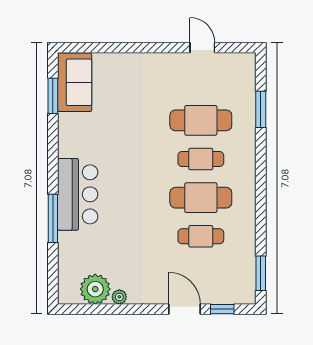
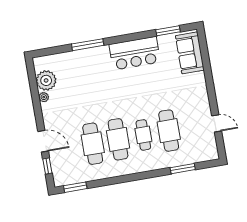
door: (202, 48) -> (217, 123), hinge flipped
sofa: (75, 82) -> (190, 53), moved, turned 90
bar counter: (78, 194) -> (135, 53), moved
cafe table: (201, 236) -> (93, 144), width x1.37, depth x1.35
door: (184, 309) -> (43, 141), hinge flipped

